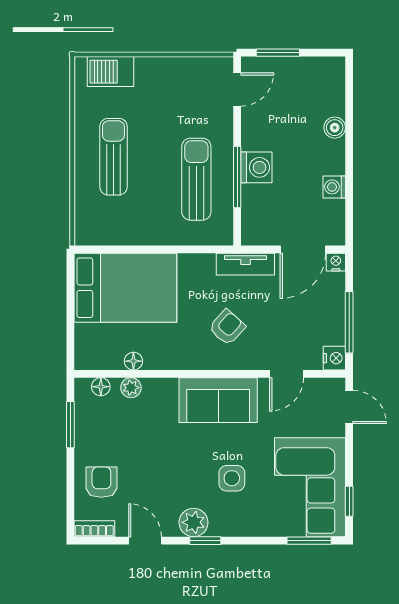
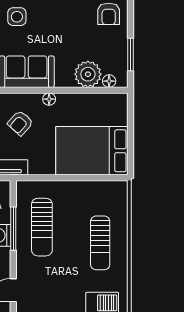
floor lamp: (133, 361) -> (49, 99), moved
plant: (131, 388) -> (88, 74), width x1.88, depth x1.88

